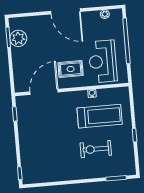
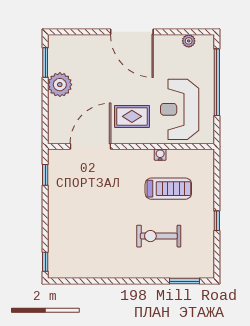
plant: (18, 38) -> (60, 85), moved
treadmill: (100, 116) -> (168, 189), width x0.73, depth x0.73

